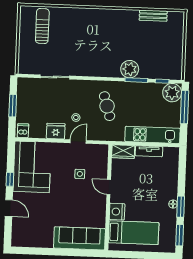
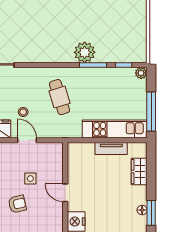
plant: (172, 93) -> (141, 73), width x0.53, depth x0.53
window: (184, 107) -> (151, 111), moved
door: (78, 142) -> (27, 140), hinge flipped
wardrobe: (123, 152) -> (139, 172), moved, turned 90
armchair: (68, 195) -> (17, 204), added

